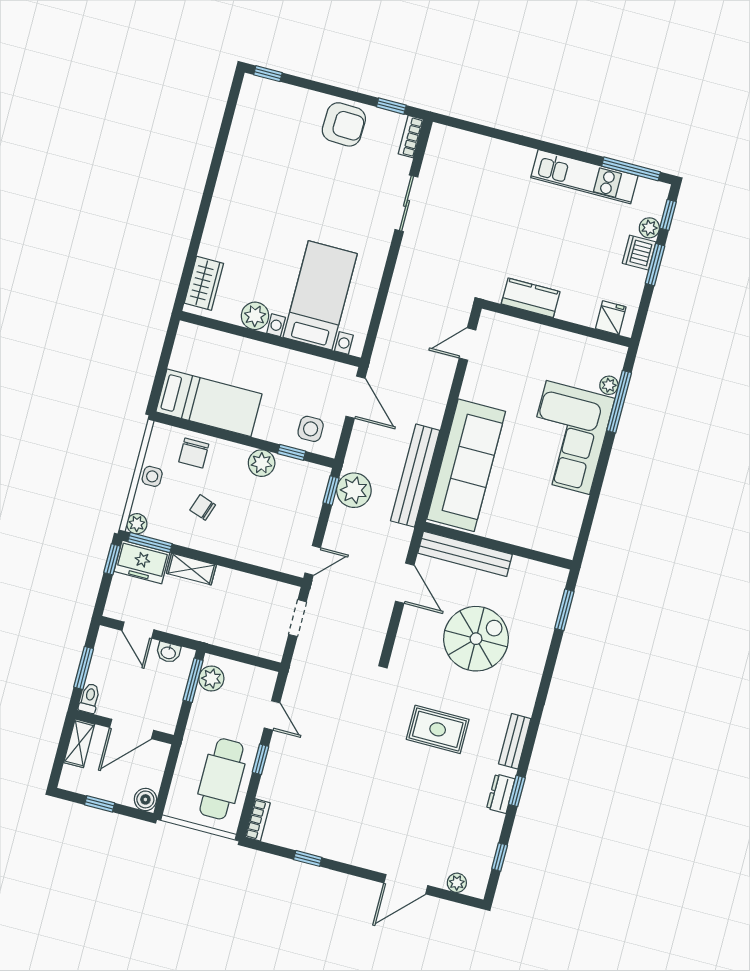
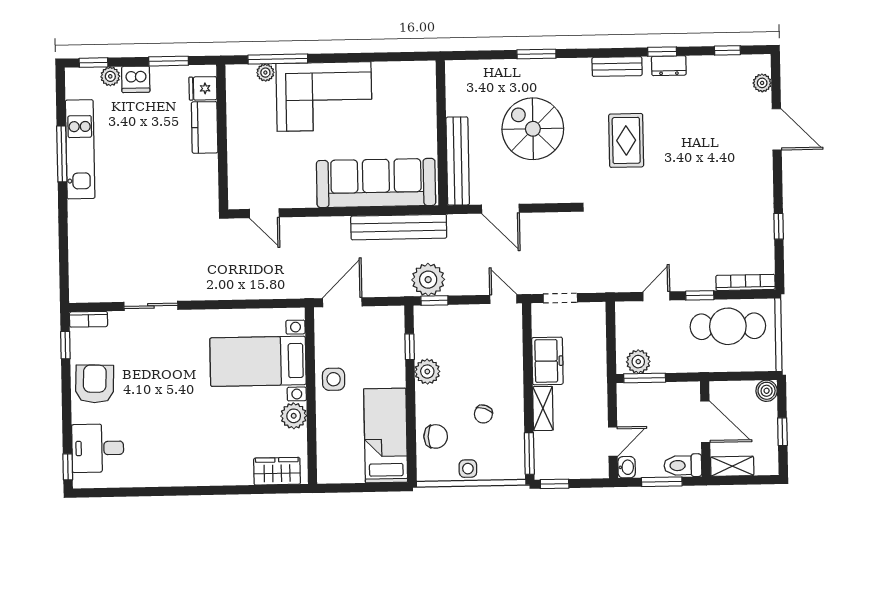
desk: (278, 109) -> (98, 448), added
window: (631, 169) -> (62, 154), moved
window: (655, 265) -> (169, 61), moved
kitchen counter: (531, 298) -> (205, 127), moved
side table: (311, 429) -> (334, 379), moved
plant: (137, 524) -> (515, 470), removed
freezer: (142, 562) -> (547, 361), moved
door: (405, 583) -> (500, 209), swing flipped
window: (564, 610) -> (536, 54), moved
washbasin: (168, 652) -> (627, 467), moved
toilet: (90, 698) -> (683, 465), width x1.37, depth x1.39
bookcase: (258, 820) -> (745, 282), width x1.56

